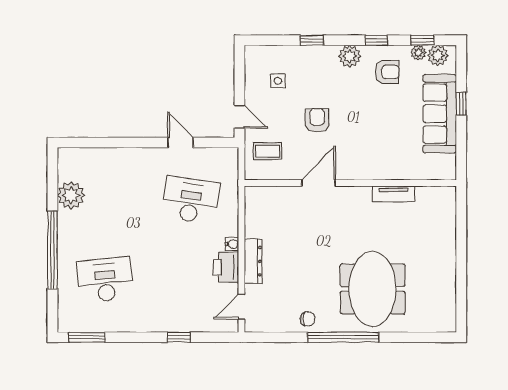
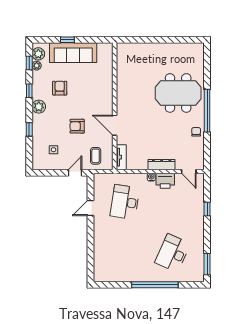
armchair: (387, 72) -> (60, 88), moved
tv unit: (393, 194) -> (121, 157), moved
plant: (71, 195) -> (122, 274), removed
desk: (105, 280) -> (173, 253), turned 30

